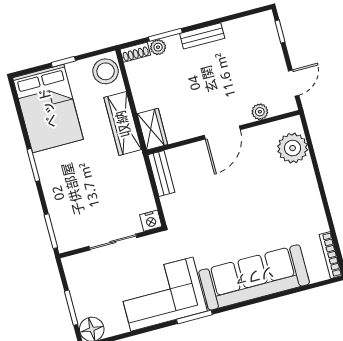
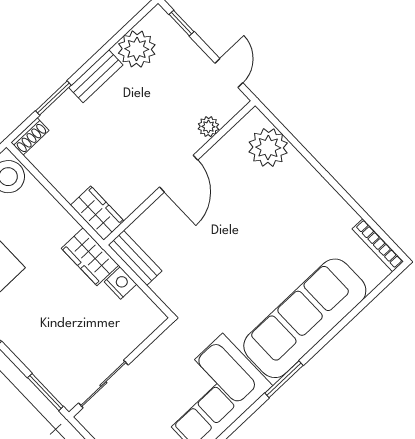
plant: (158, 47) -> (137, 49), moved, width x1.88, depth x1.88
wardrobe: (123, 124) -> (90, 257), moved, width x0.67
nightstand: (151, 221) -> (120, 283), moved, turned -90
sliding door: (113, 242) -> (103, 384), moved
window: (194, 317) -> (284, 379), moved

